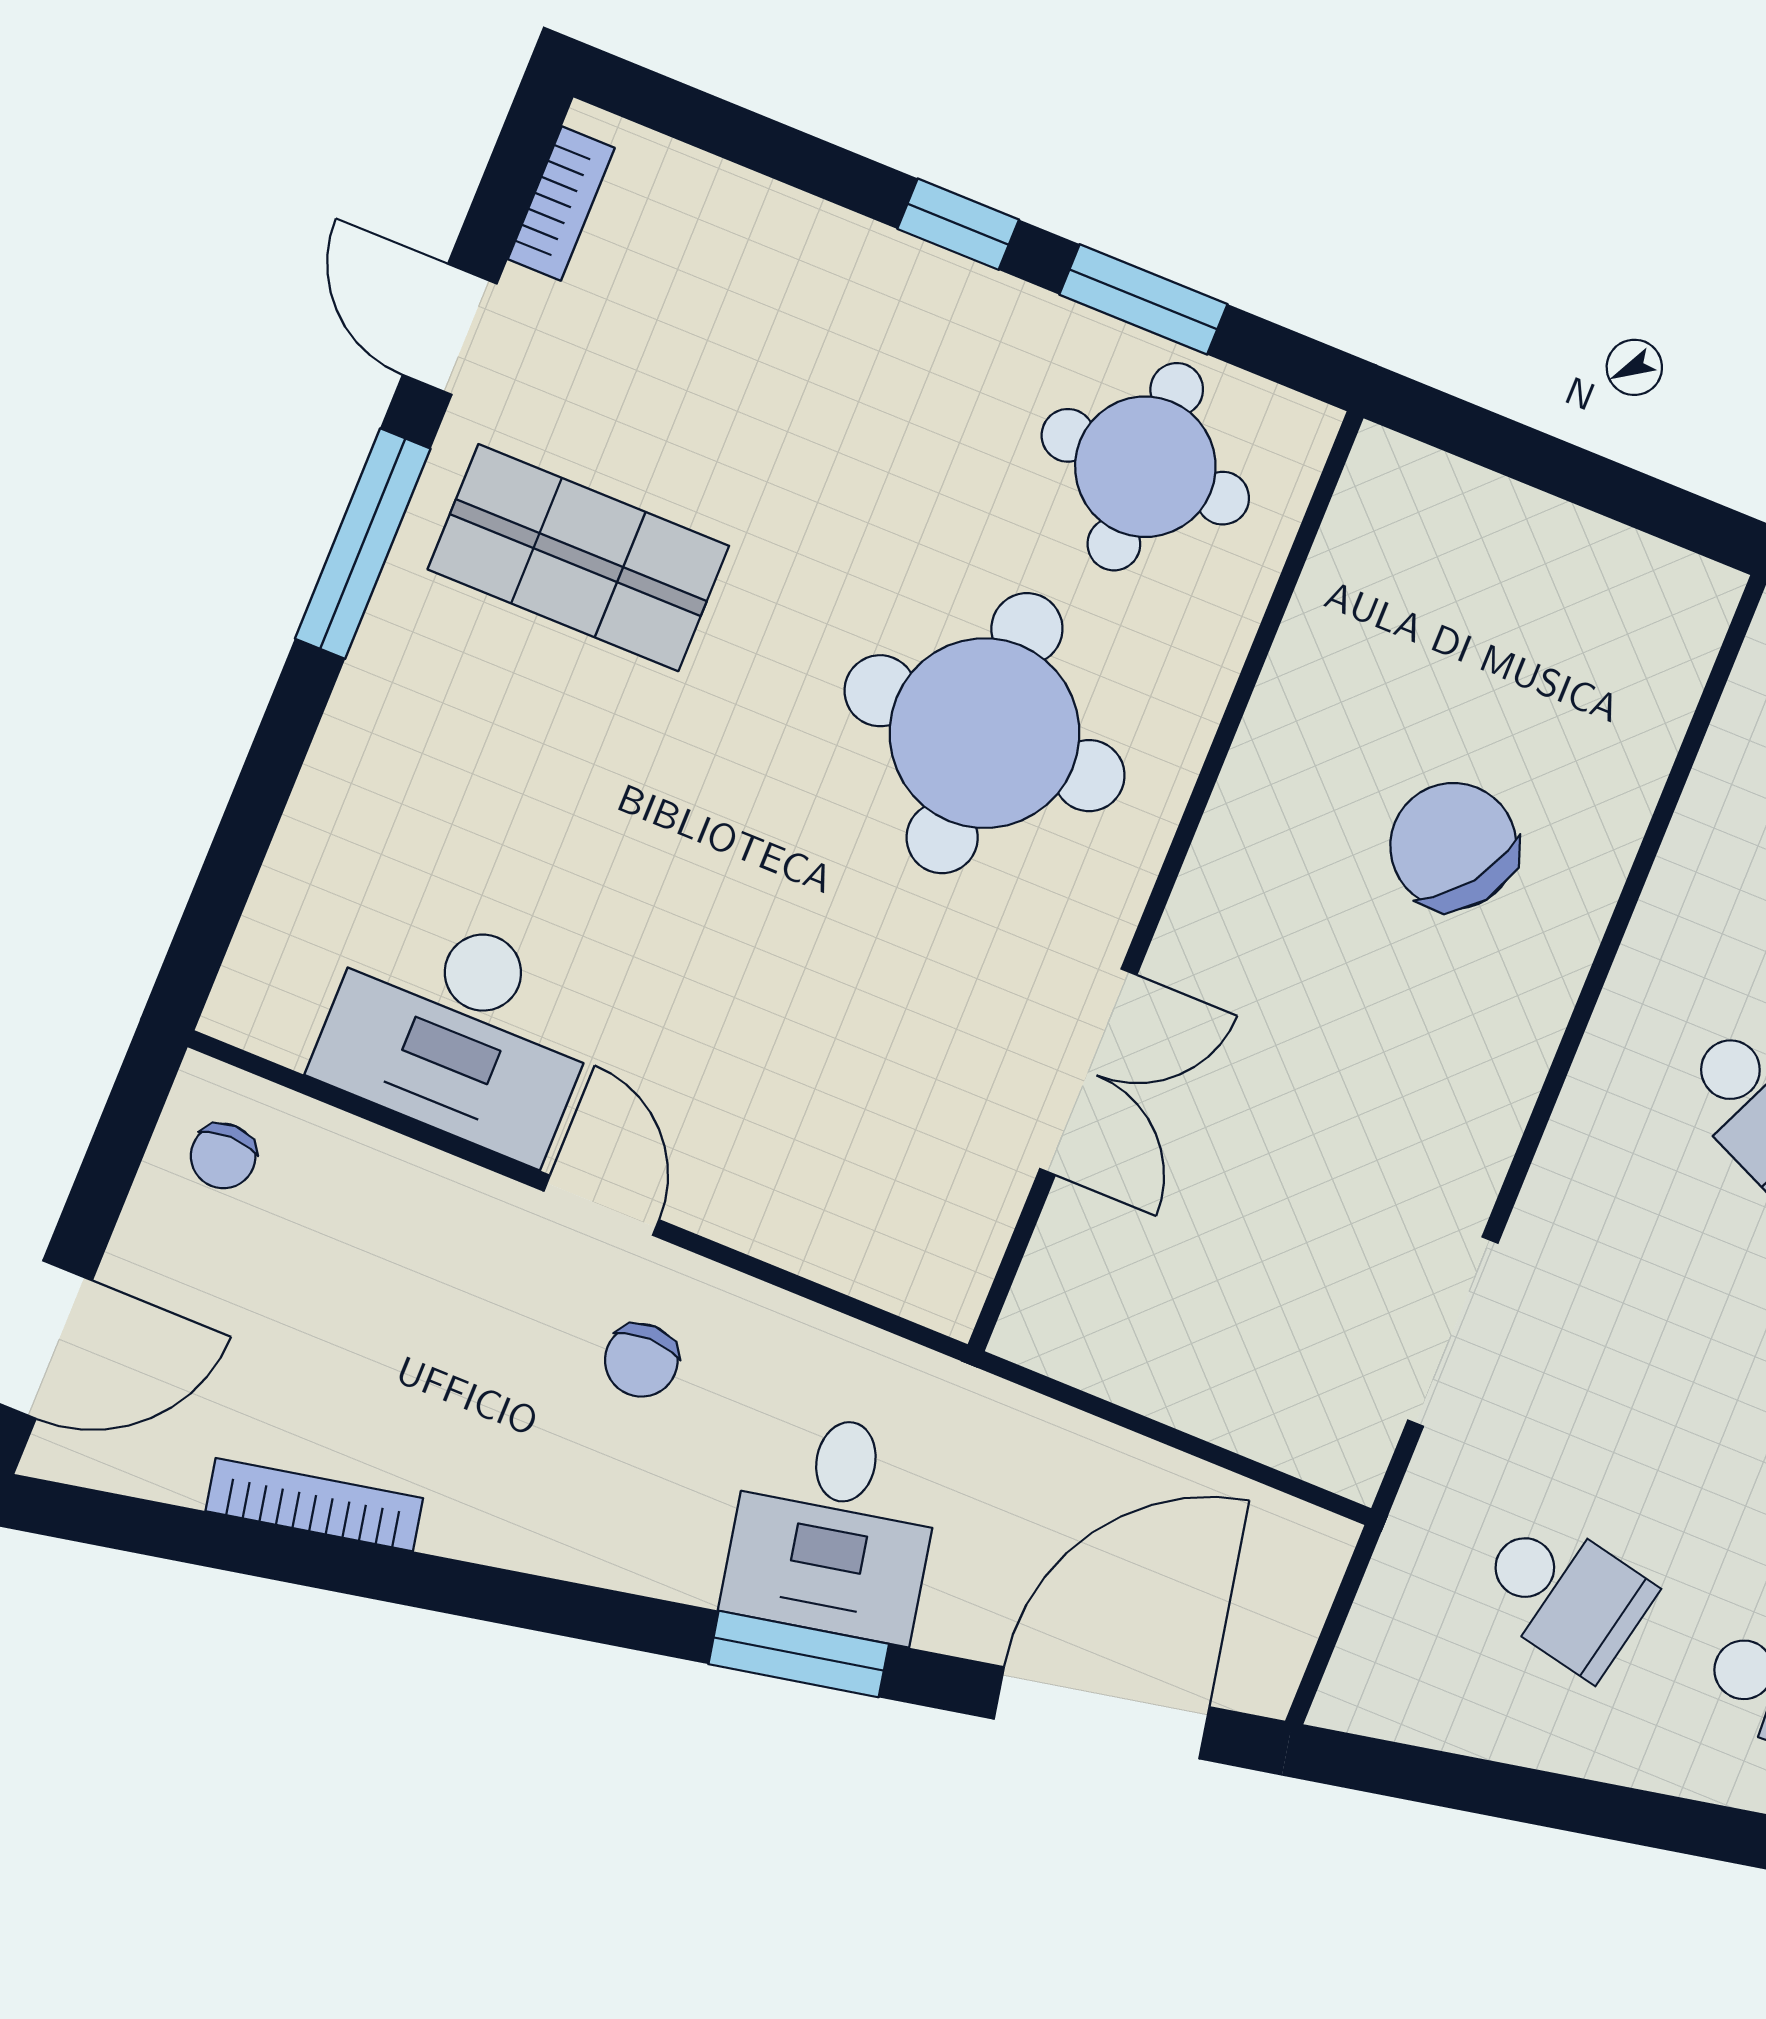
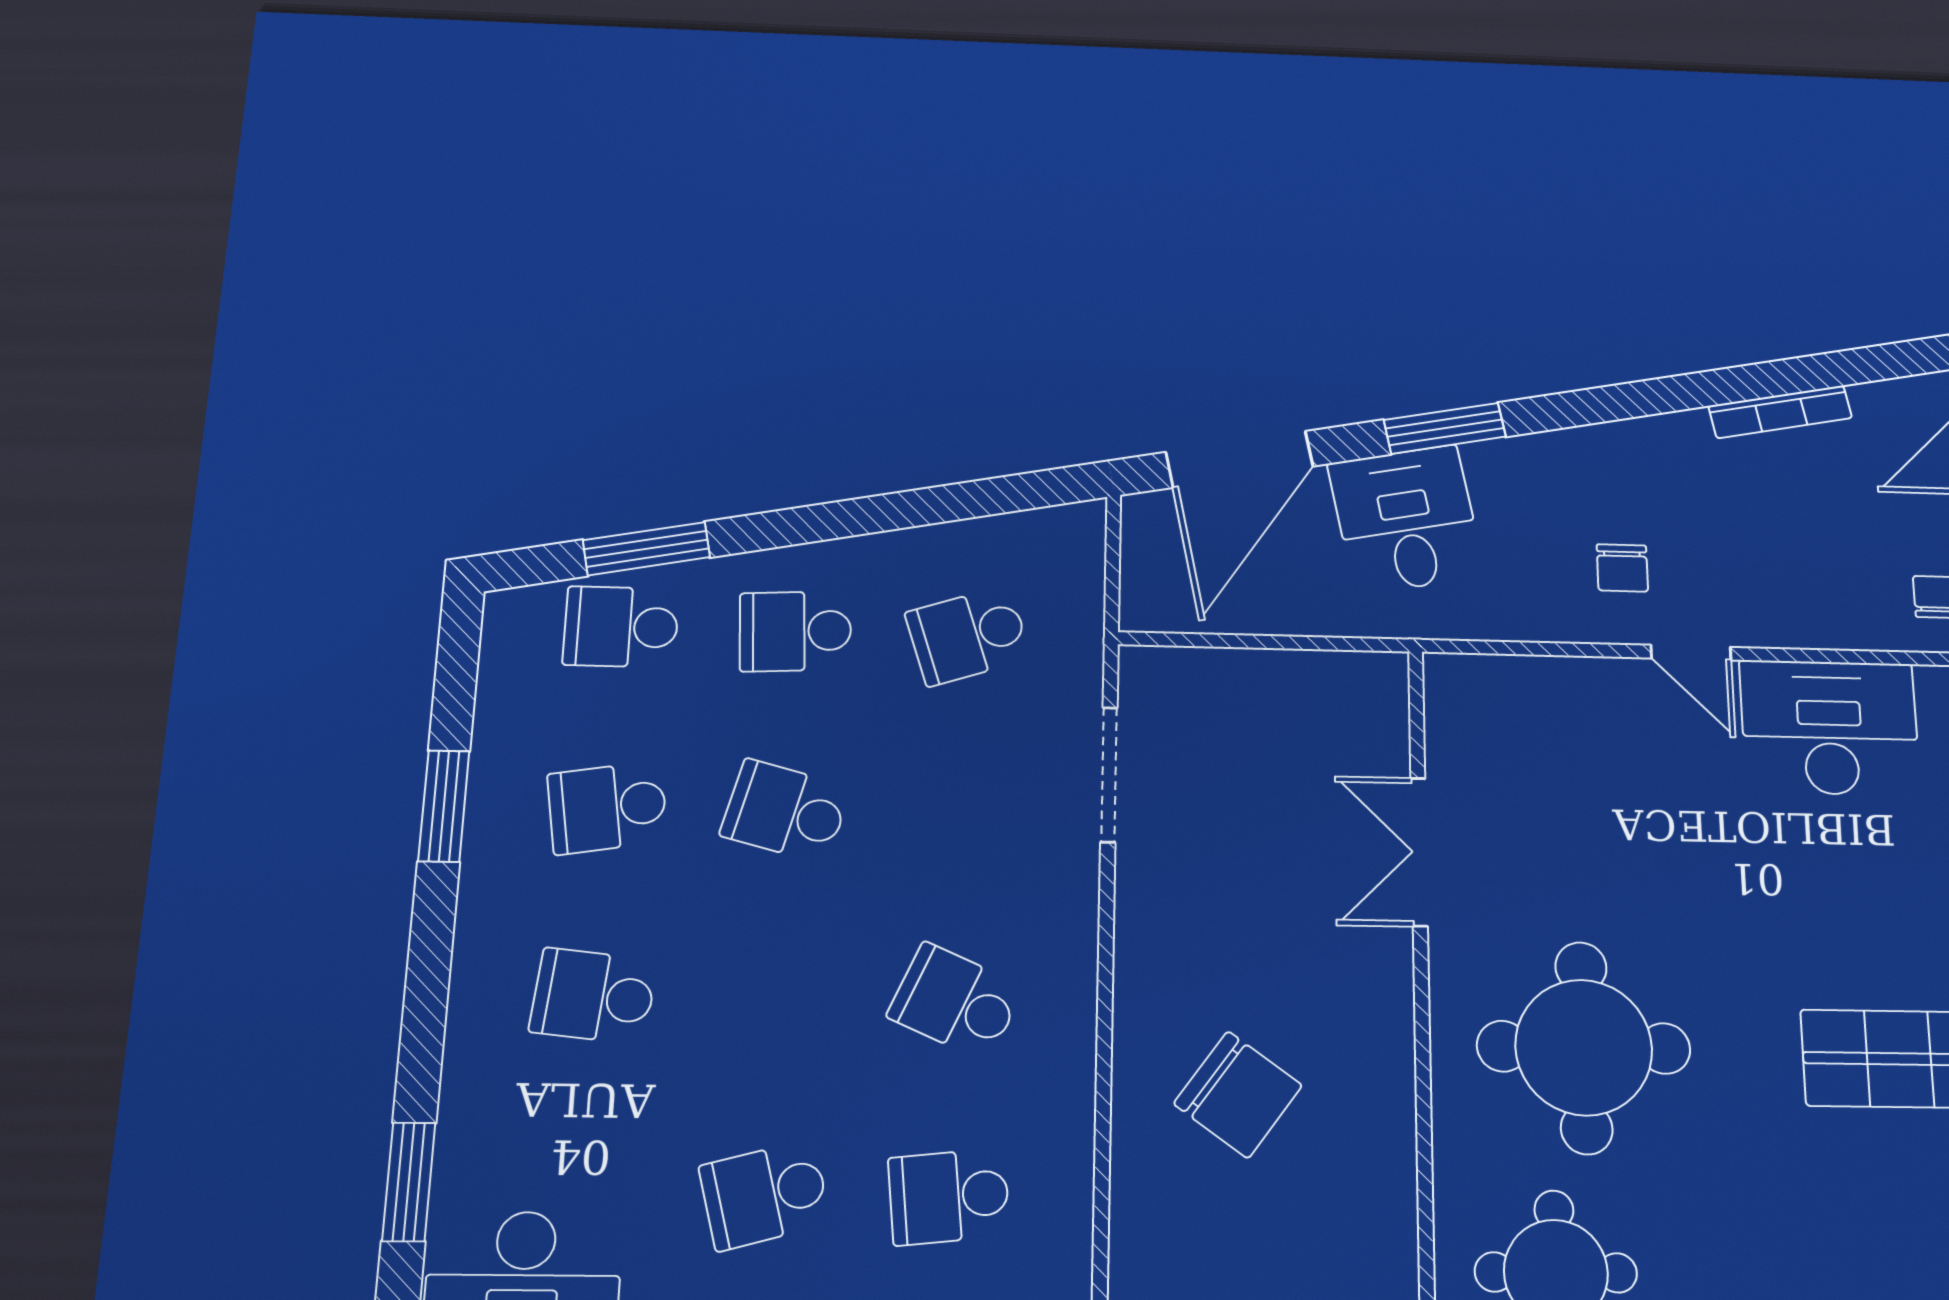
chair: (641, 1360) -> (1622, 568), turned 180
desk: (833, 1526) -> (1406, 519), moved
school desk: (1564, 1594) -> (968, 636), turned -30

